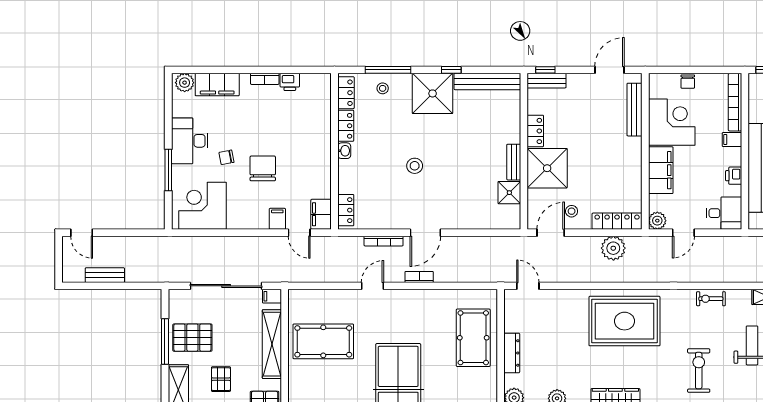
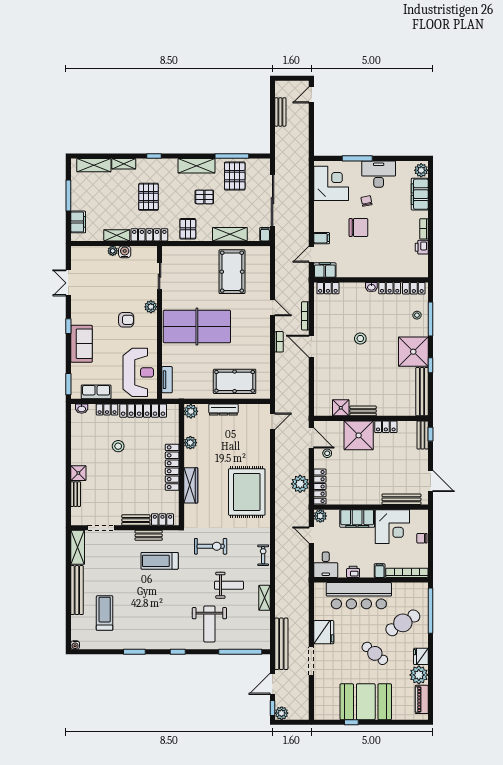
shelving: (272, 344) -> (230, 234), width x0.68

